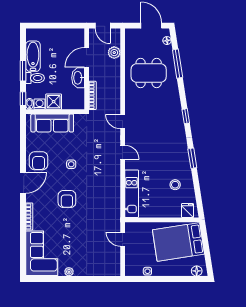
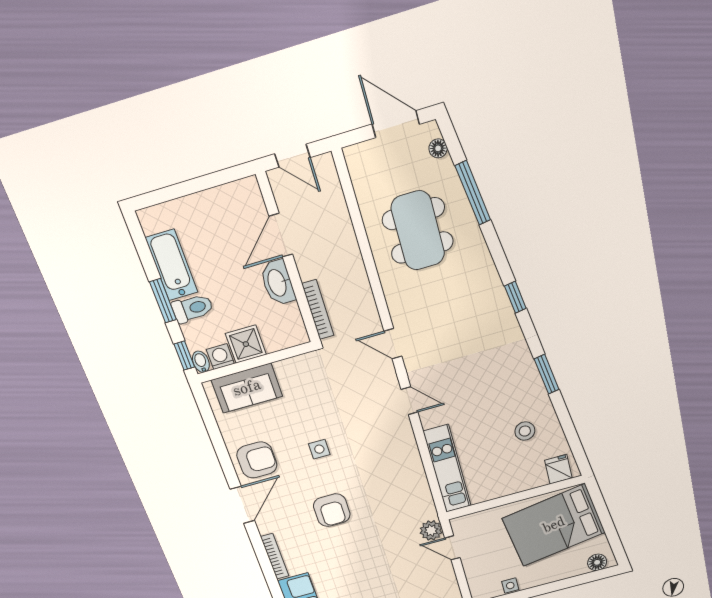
plant: (114, 53) -> (431, 530), moved
dining table: (149, 73) -> (418, 231), turned 90
sofa: (52, 123) -> (247, 388), width x0.73
armchair: (39, 161) -> (257, 460), turned -90

